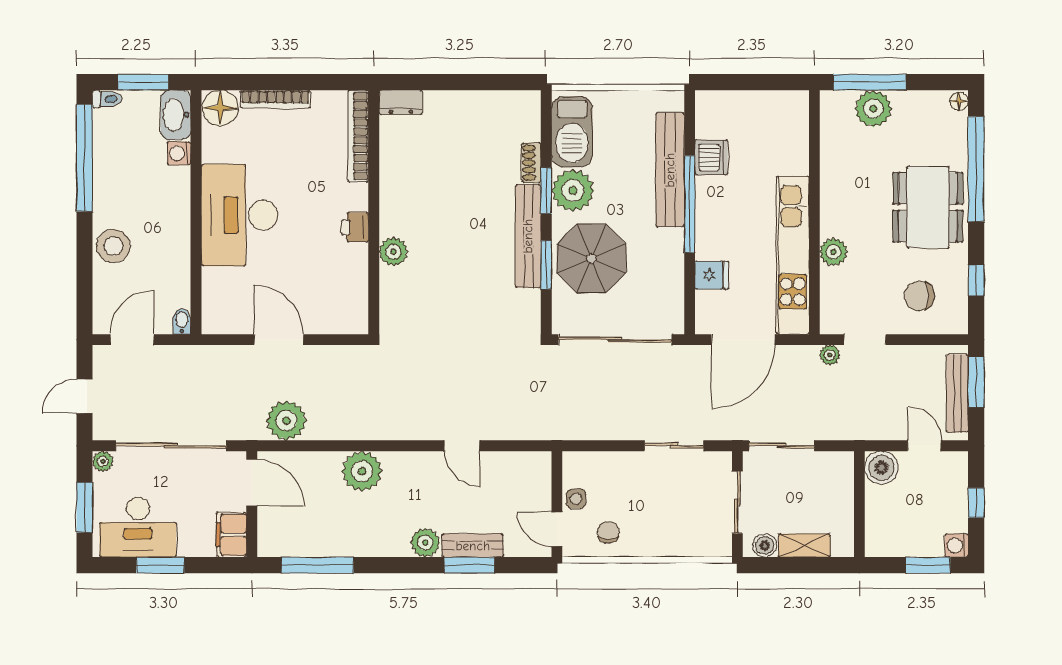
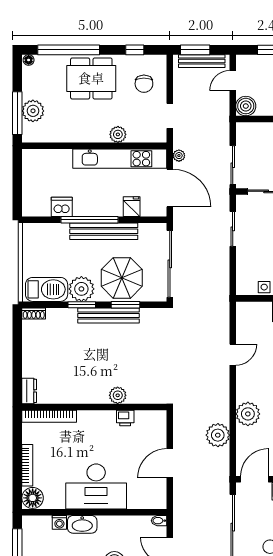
washbasin: (176, 115) -> (82, 524), moved
shoe rack: (531, 163) -> (34, 314), moved
bench: (670, 170) -> (104, 231), moved
printer: (355, 227) -> (125, 418), moved
plant: (830, 355) -> (179, 156), moved
plant: (286, 421) -> (218, 435), moved

